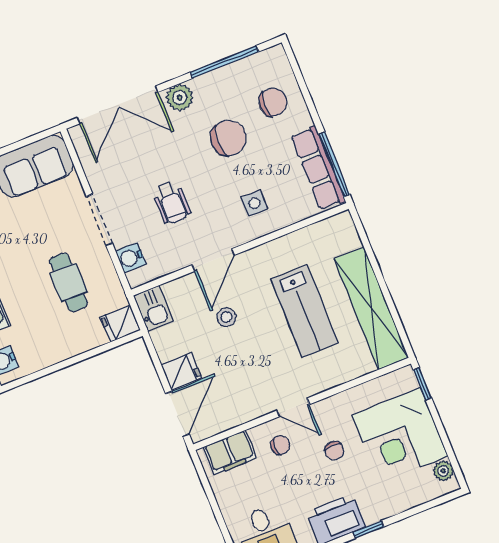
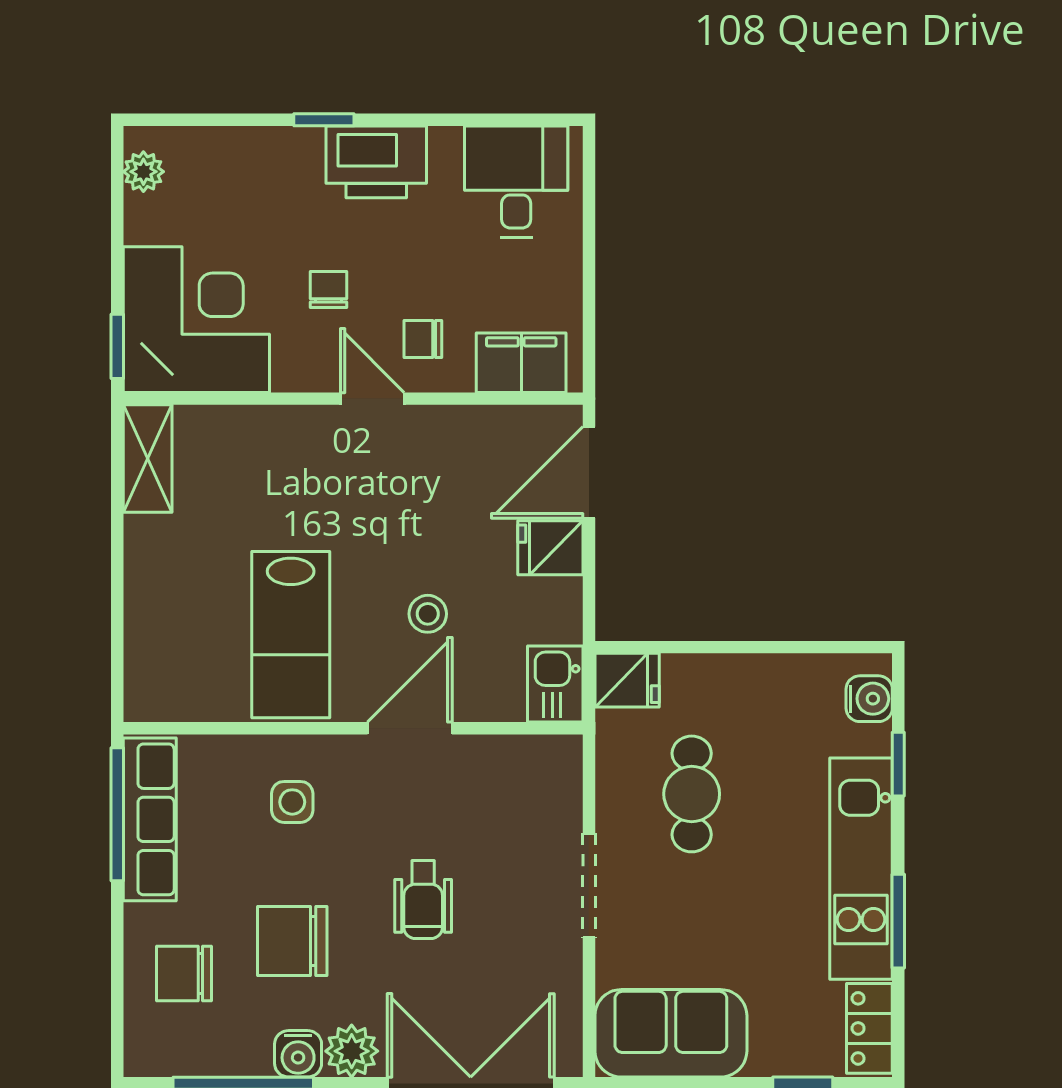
wheelchair: (172, 203) -> (423, 900), moved, turned 180
water cooler: (131, 258) -> (298, 1054), moved, turned 90
shelving: (371, 308) -> (148, 459), width x0.45, depth x0.75
lab bench: (304, 311) -> (291, 635), moved, turned 180
corner desk: (400, 435) -> (196, 320), moved

